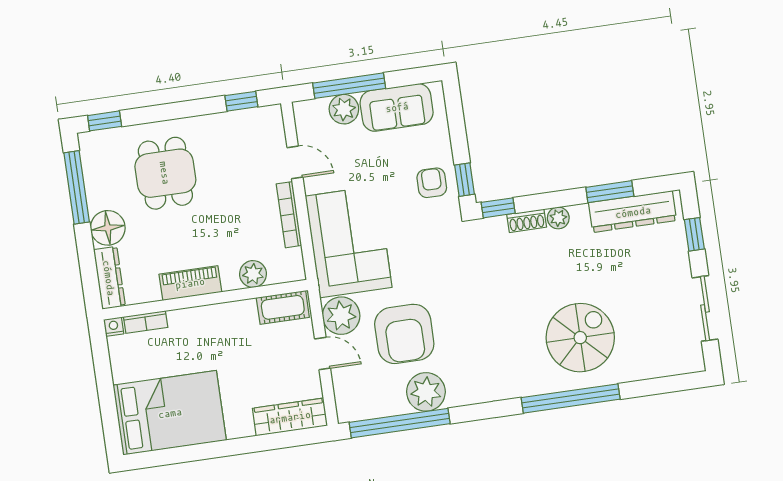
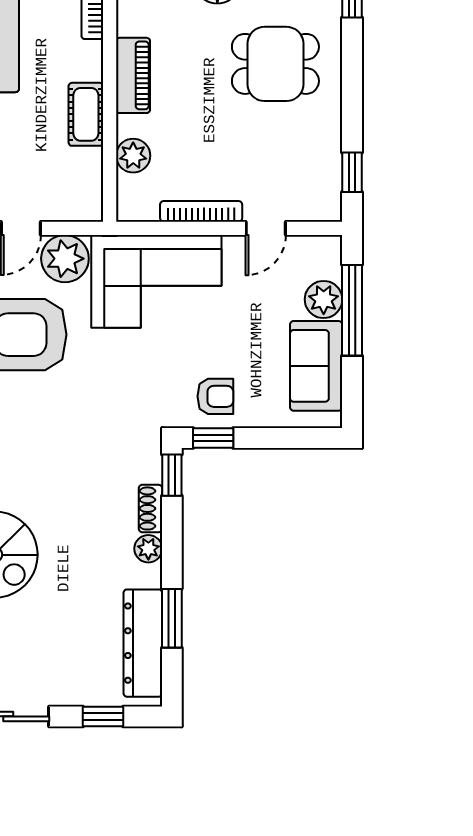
cot: (283, 307) -> (86, 114), moved

